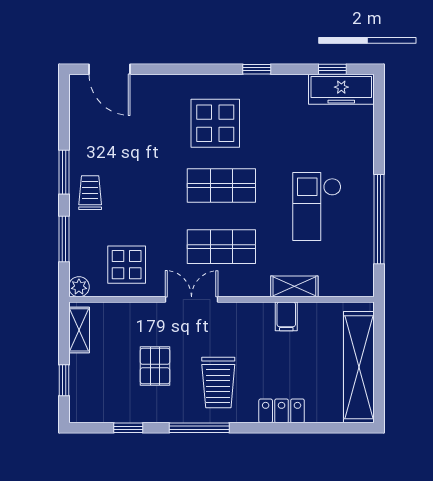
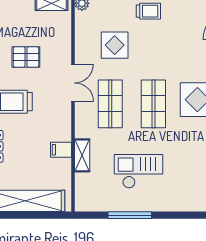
window: (379, 219) -> (130, 215), width x0.68
display table: (127, 265) -> (115, 45), moved

